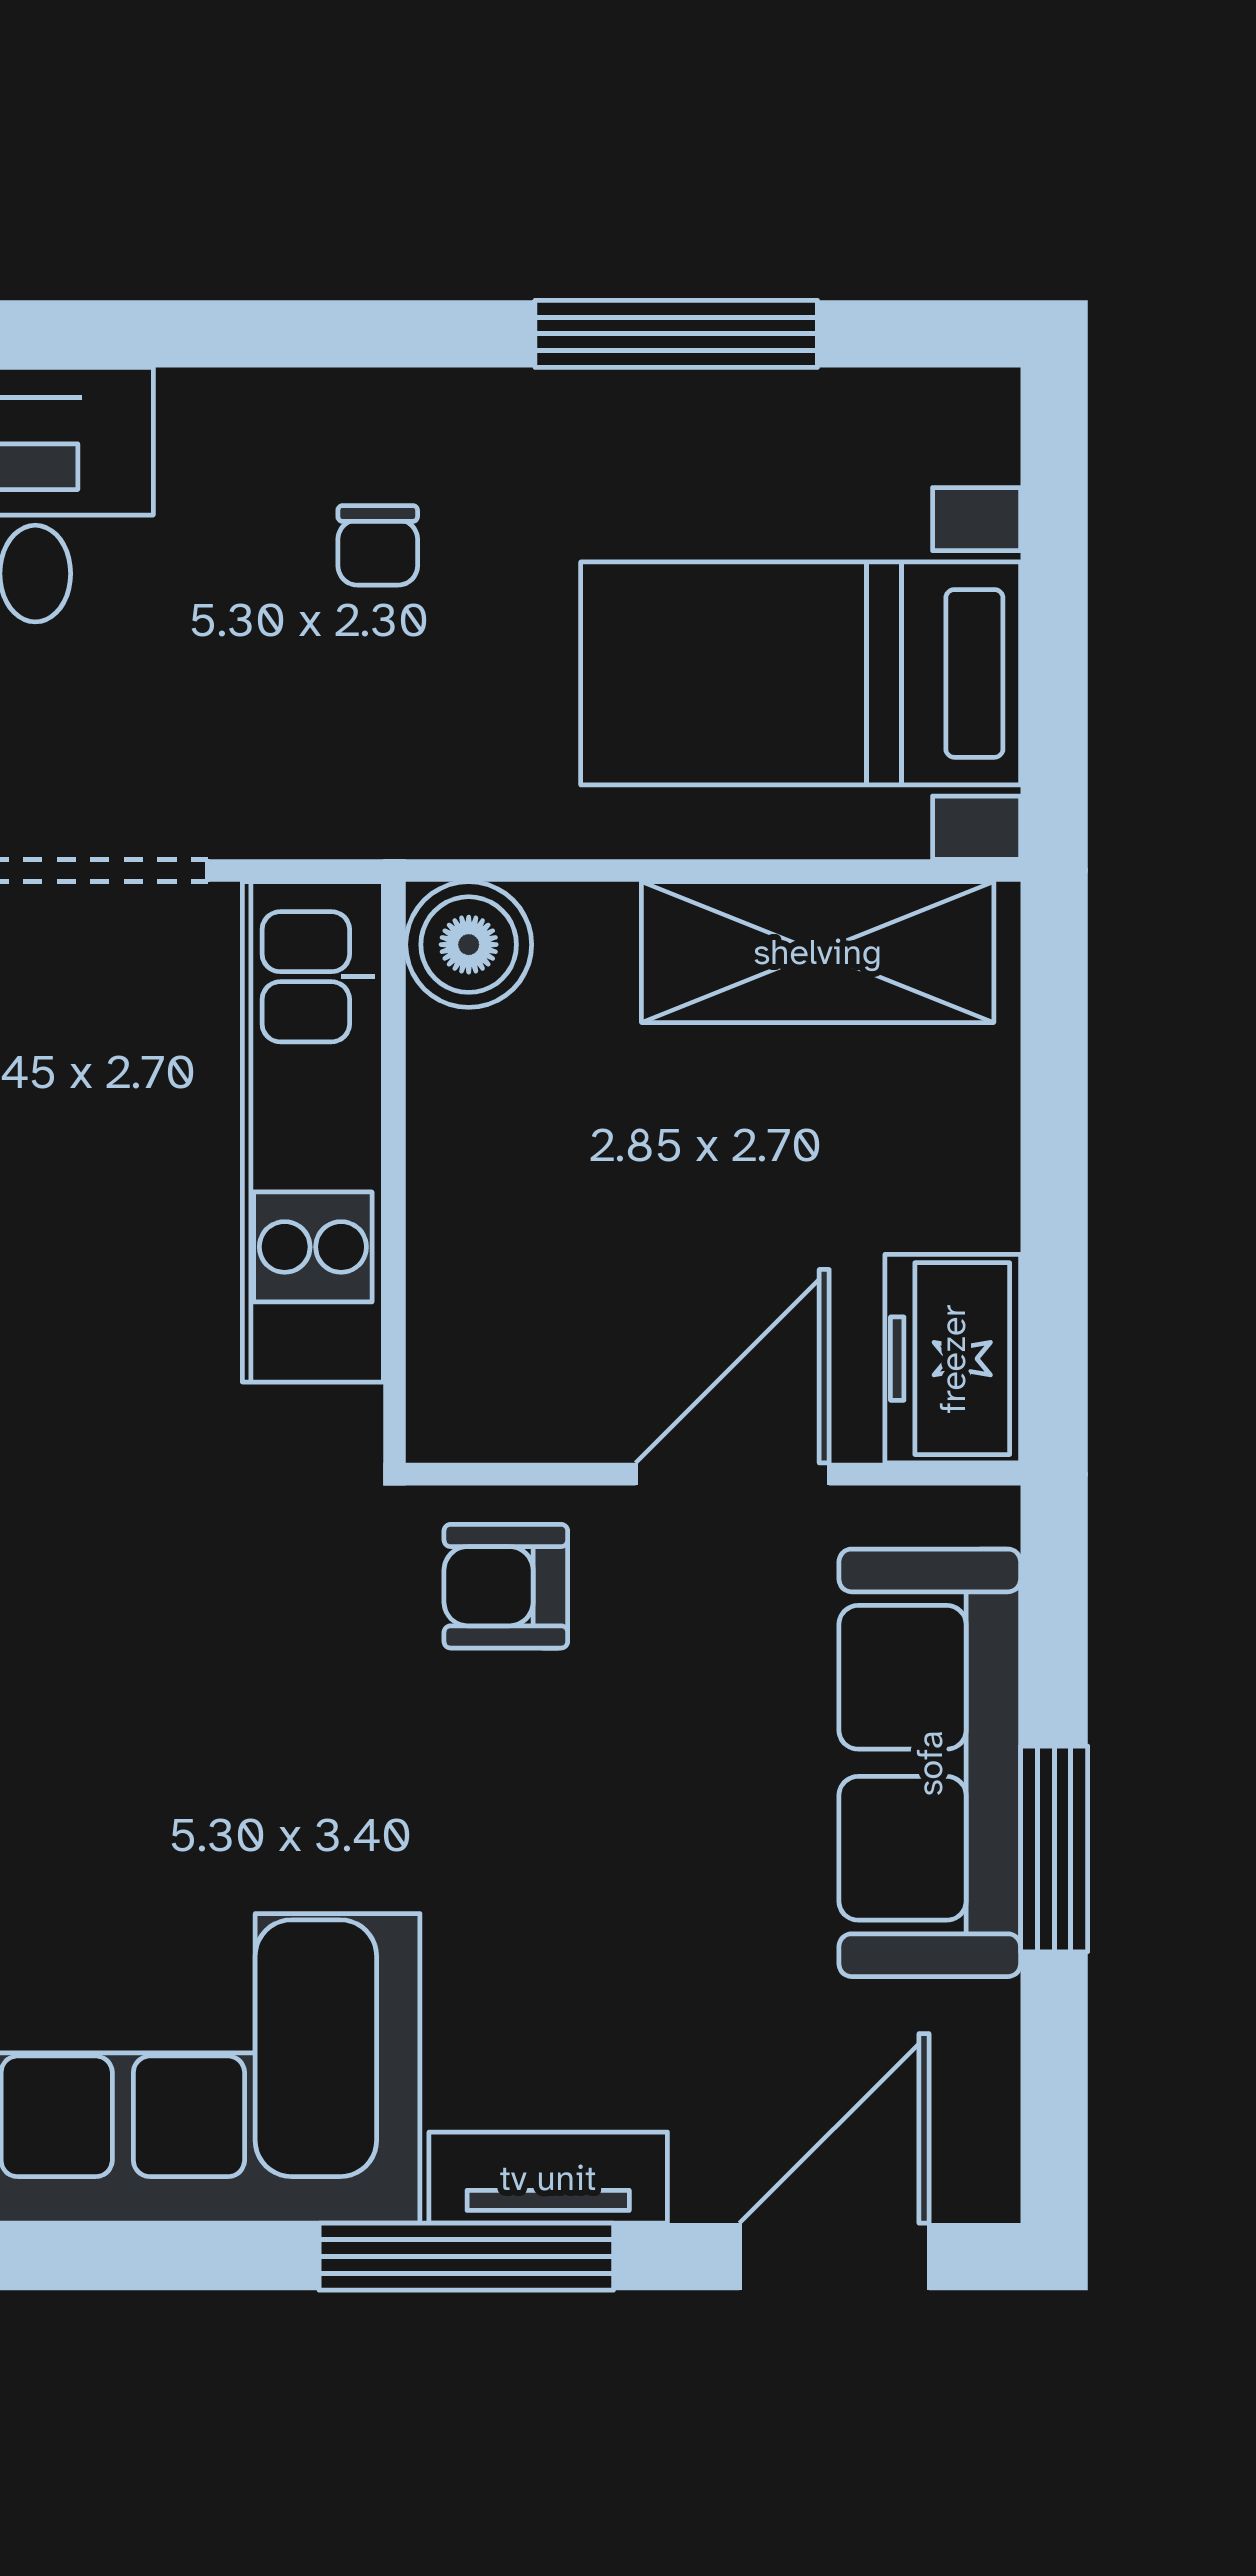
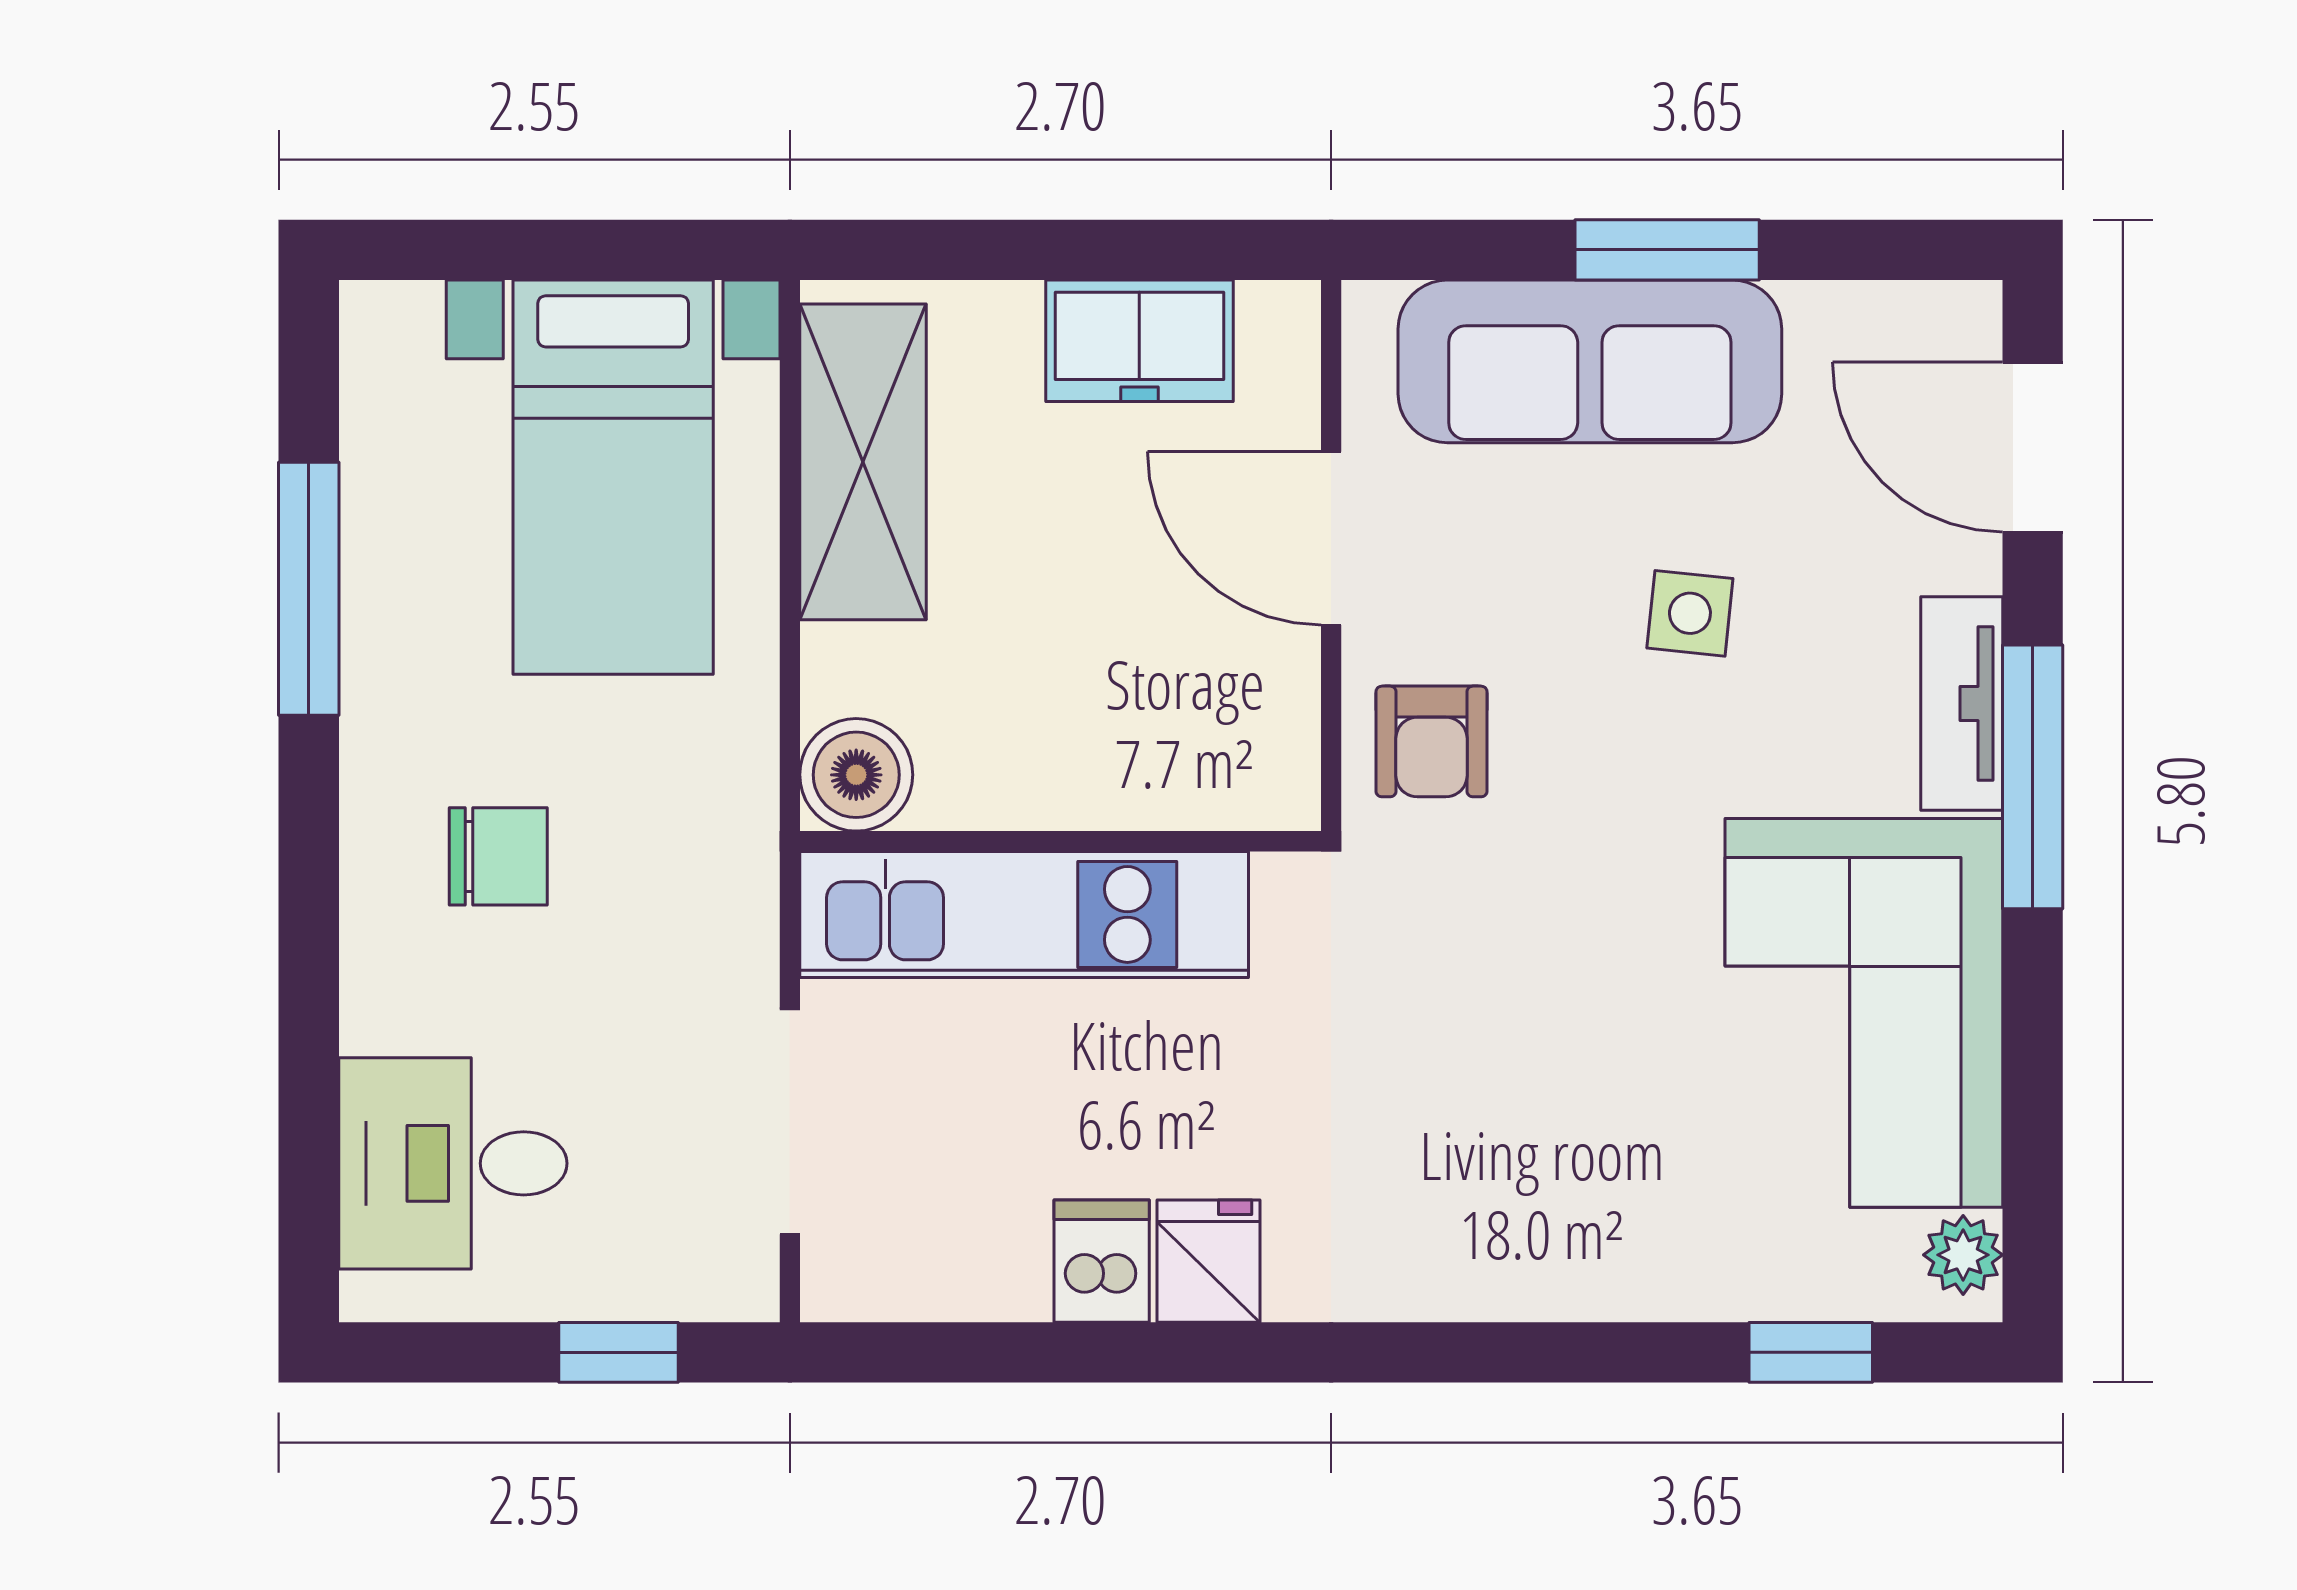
chair: (378, 545) -> (498, 856), width x1.37, depth x1.37
freezer: (953, 1359) -> (1139, 341), moved
side table: (649, 1874) -> (1690, 613), added

